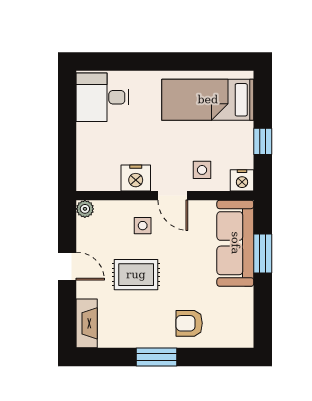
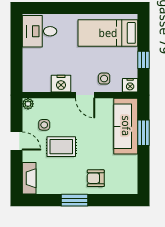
side table: (143, 226) -> (44, 125), moved

